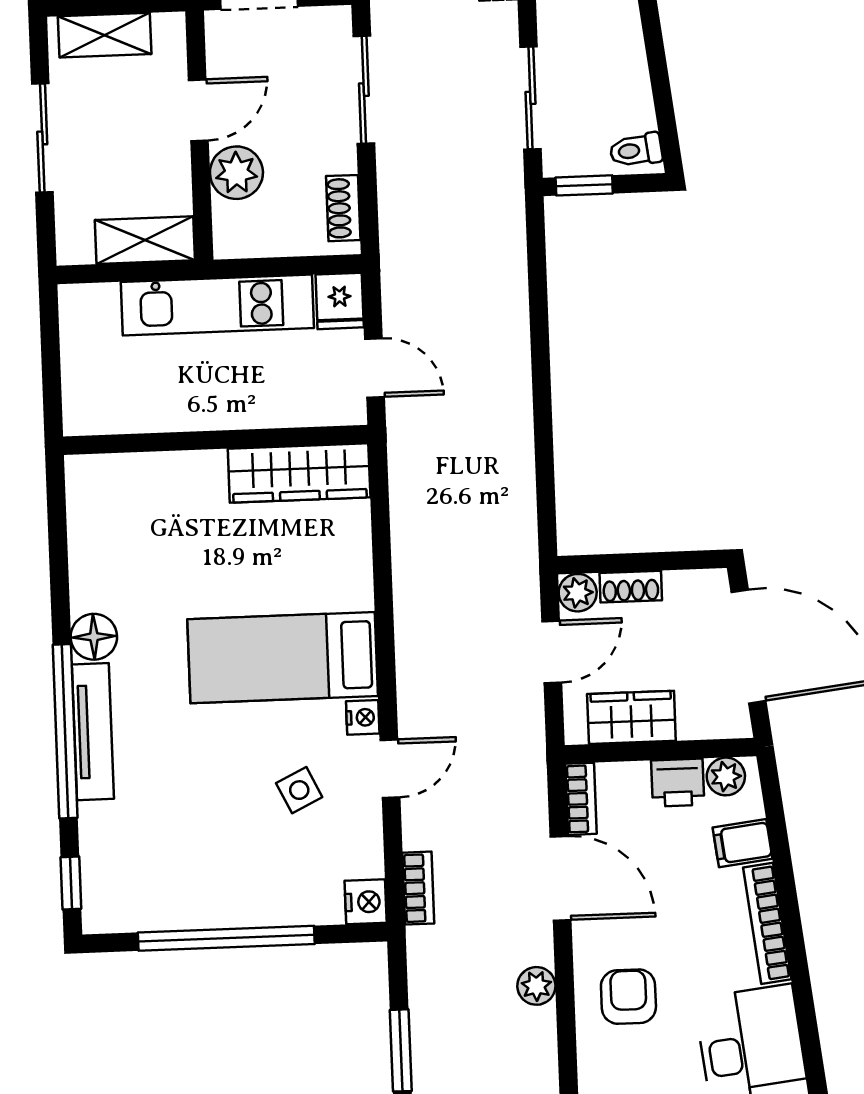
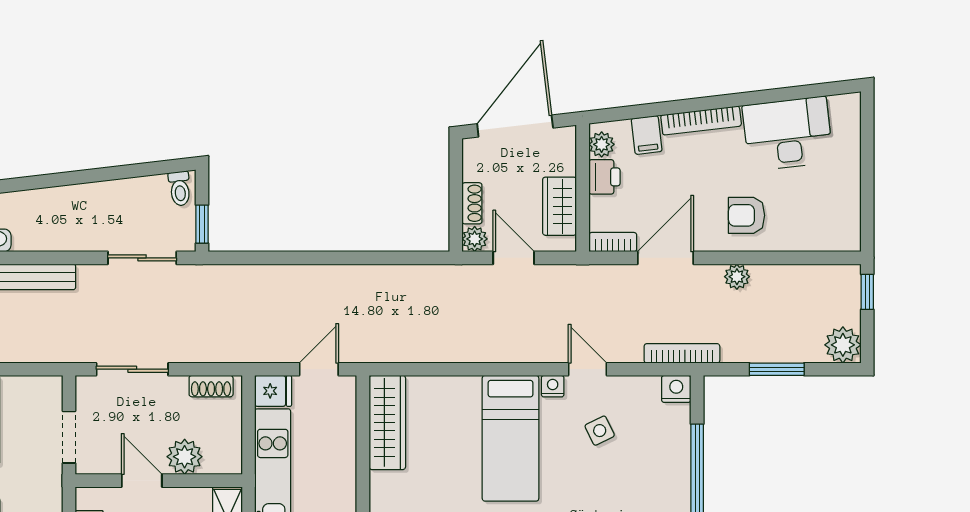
bookcase: (418, 888) -> (682, 353), width x1.56

